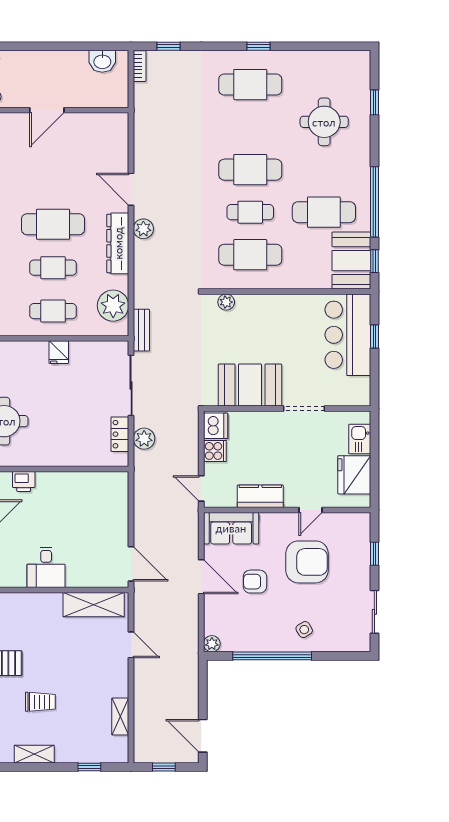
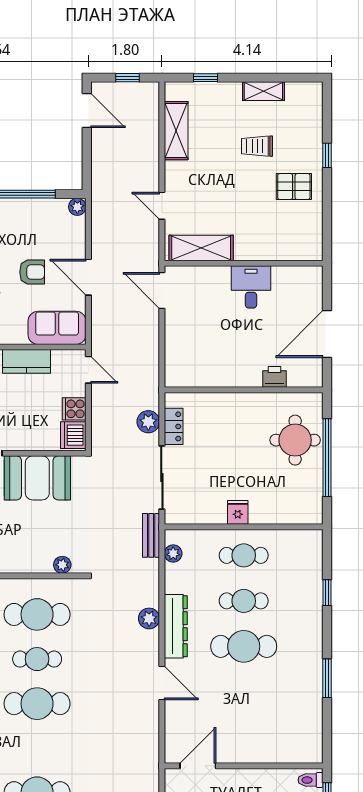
door: (47, 110) -> (198, 766), moved
plant: (143, 229) -> (149, 618), moved
plant: (113, 306) -> (173, 553), width x0.53, depth x0.53
shelving: (120, 717) -> (176, 131), width x1.50, depth x1.33

